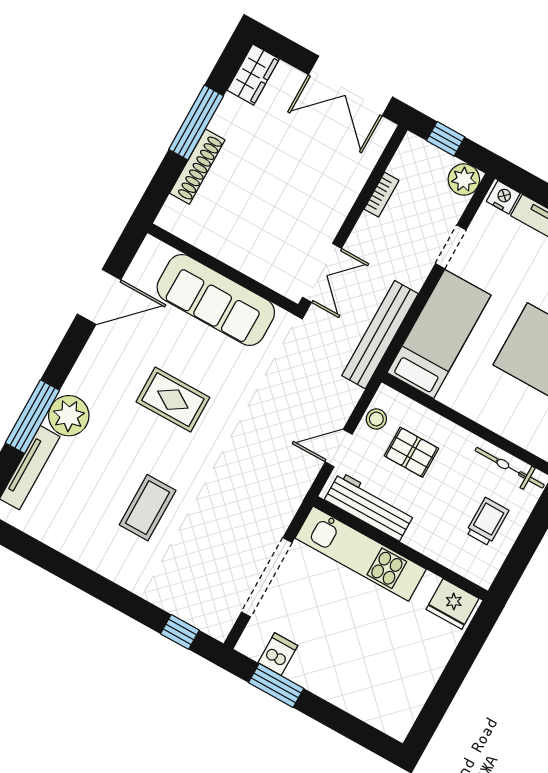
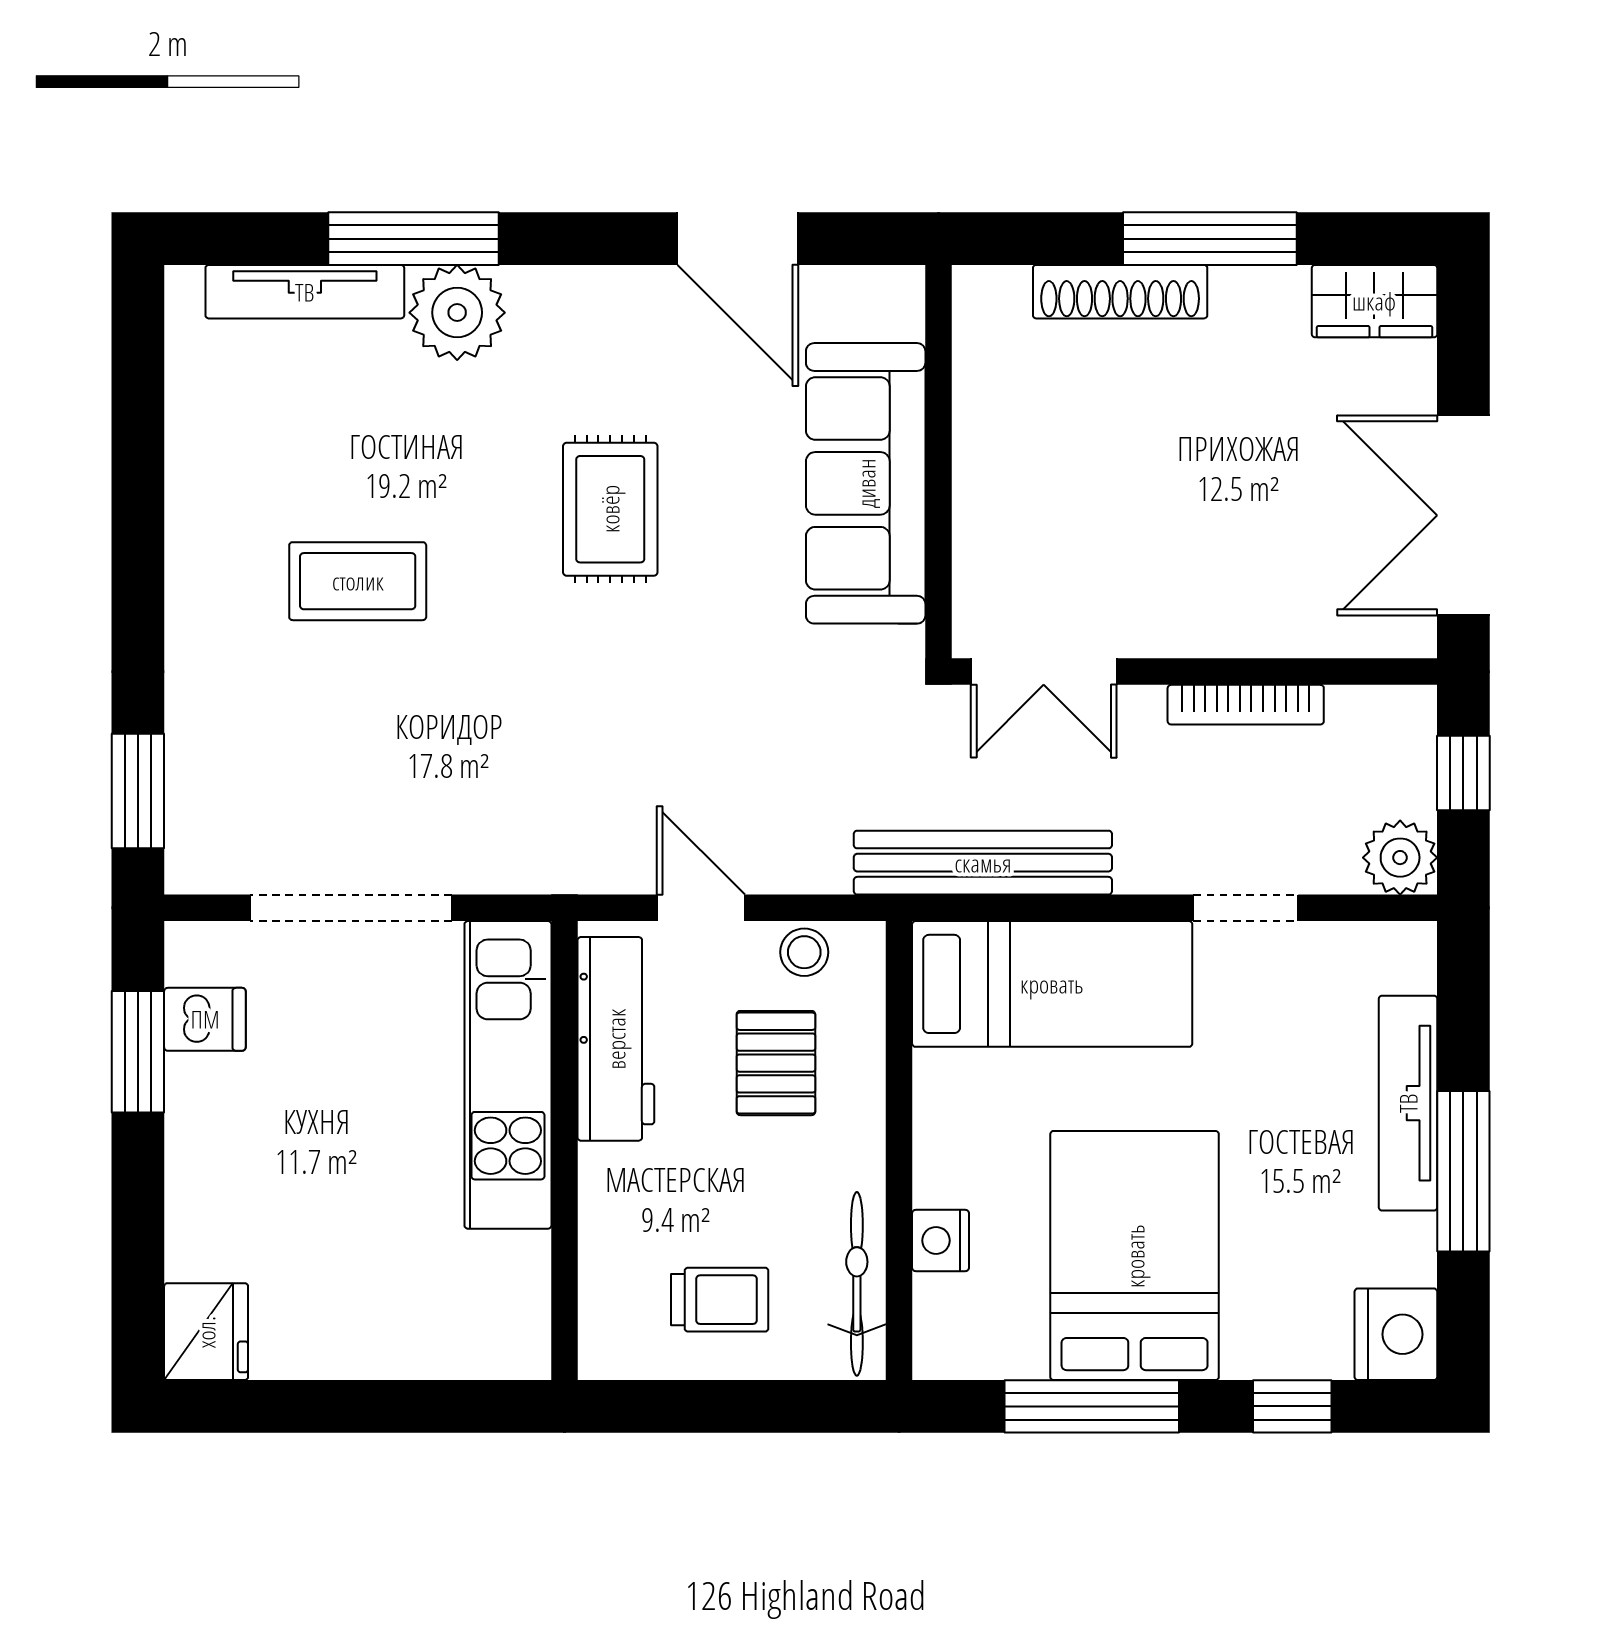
bookcase: (381, 195) -> (1246, 705), width x1.56
nightstand: (503, 197) -> (941, 1240), moved, turned 180
fridge: (452, 604) -> (206, 1332), moved, turned 180
window: (180, 632) -> (138, 791), width x1.50

